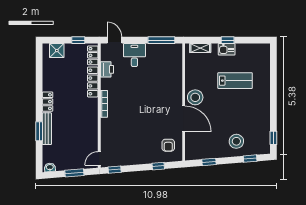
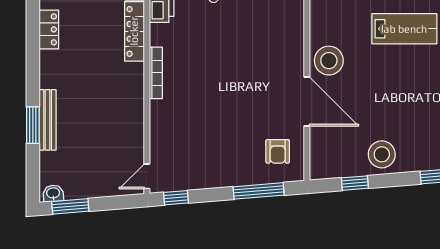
locker: (48, 102) -> (49, 29), moved
stool: (236, 141) -> (382, 154), moved
window: (158, 166) -> (259, 191), width x2.17
window: (74, 173) -> (70, 206), moved

